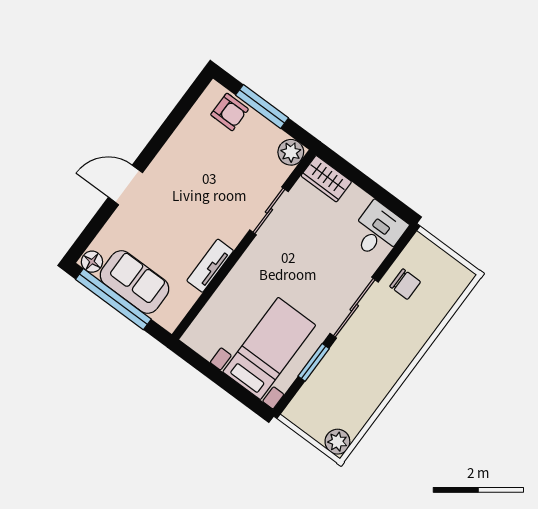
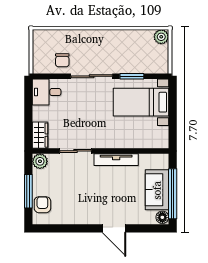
tv unit: (210, 266) -> (116, 160), width x1.41
chair: (405, 284) -> (62, 60), turned 180

